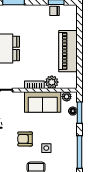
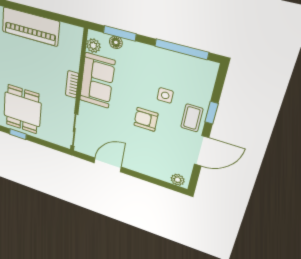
plant: (52, 82) -> (71, 61), removed
armchair: (25, 139) -> (146, 119), turned 90

